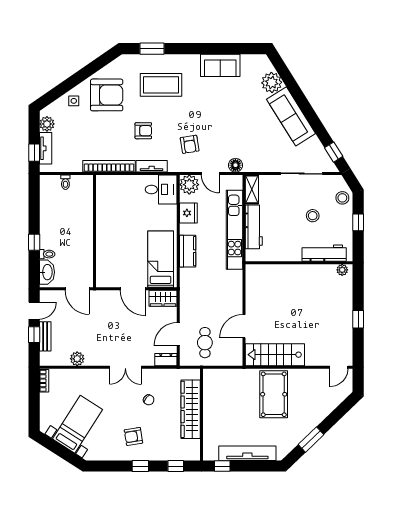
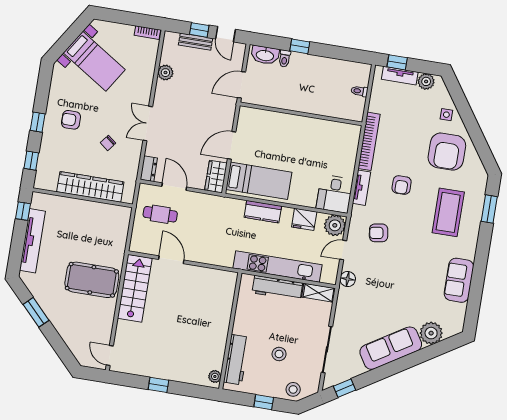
armchair: (133, 436) -> (71, 120), turned -81

